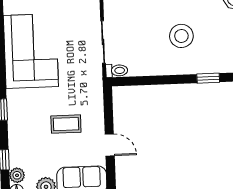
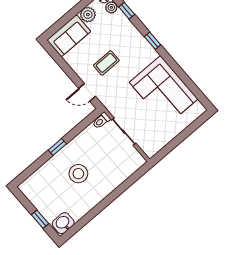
window: (208, 78) -> (57, 147), moved
door: (110, 145) -> (87, 92), moved

